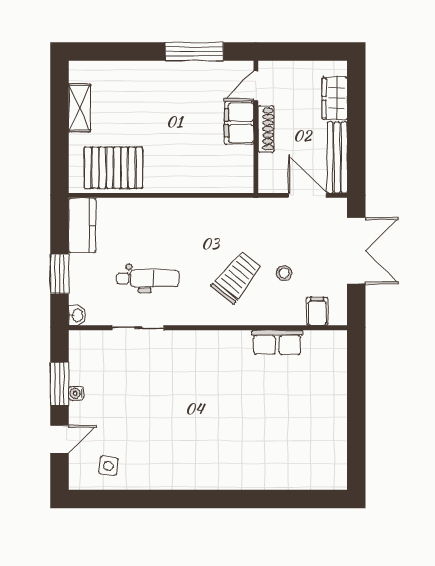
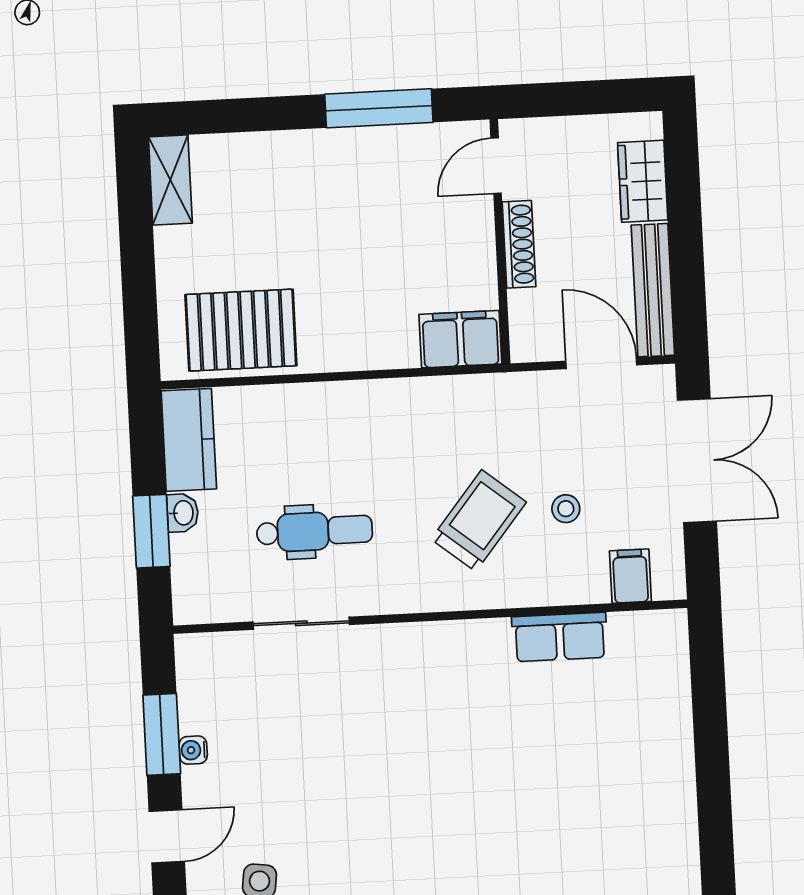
shelving: (79, 108) -> (170, 180), moved
filing cabinet: (239, 123) -> (460, 339), moved, turned 90
washbasin: (77, 315) -> (183, 513), moved

